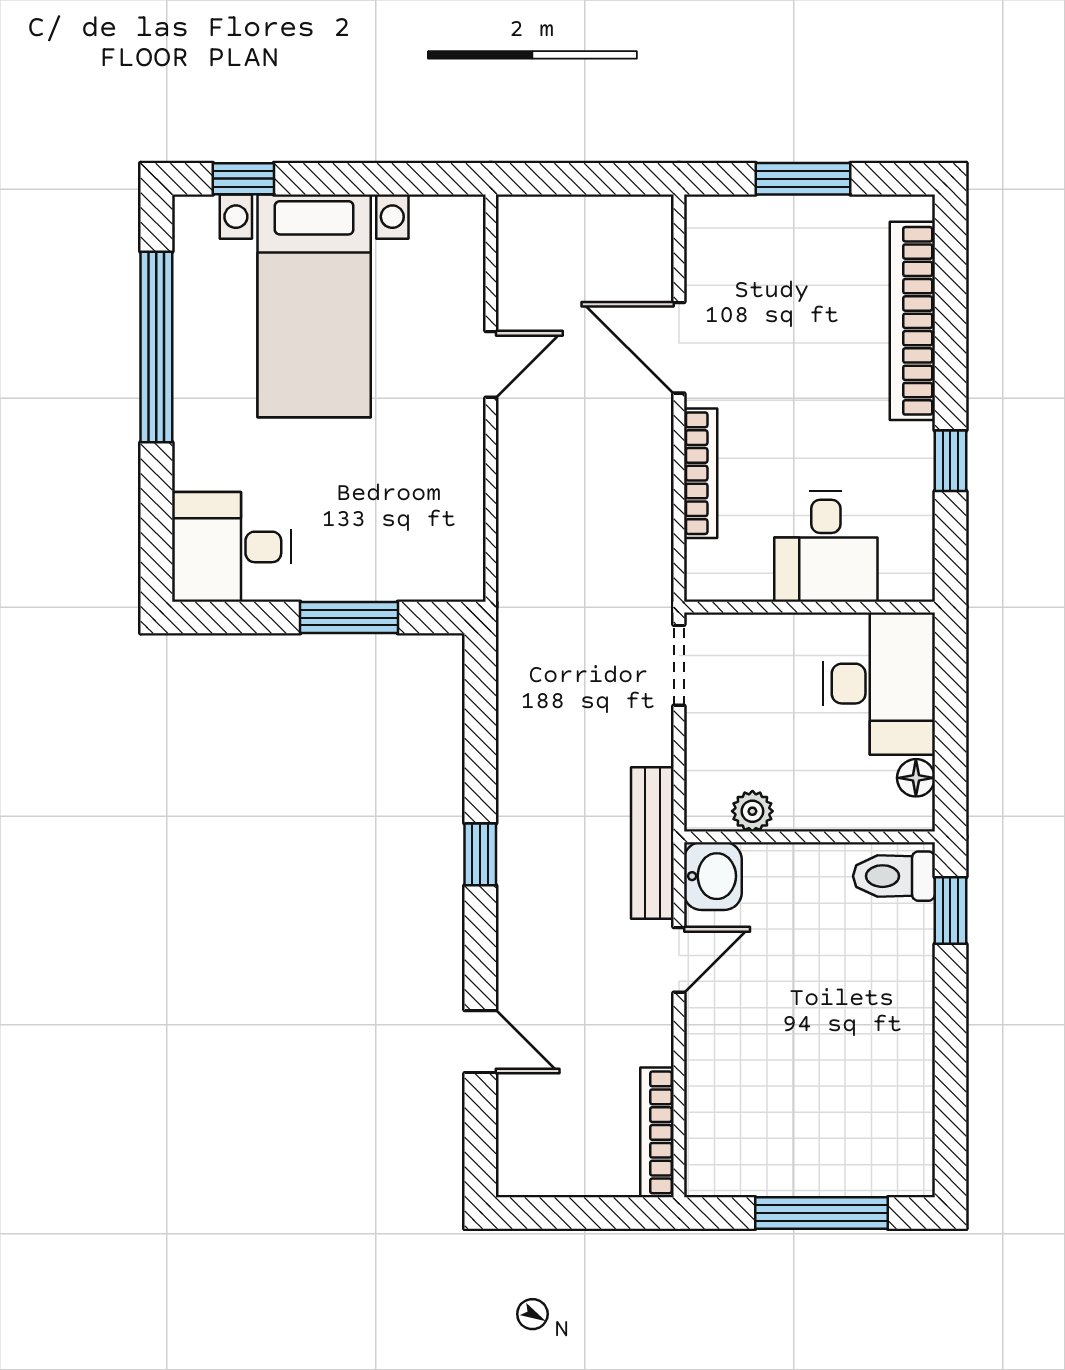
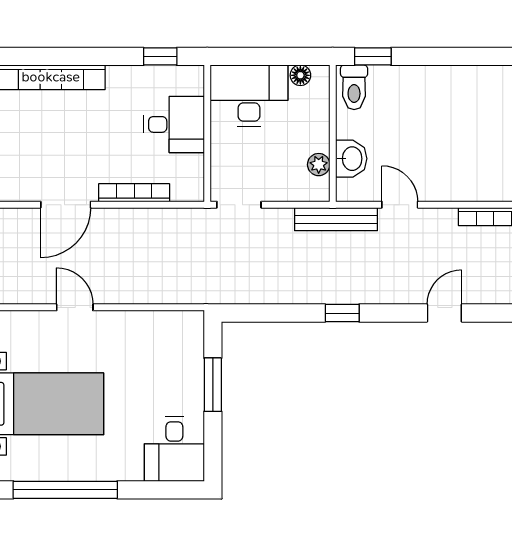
window: (950, 461) -> (160, 56), moved
washbasin: (713, 876) -> (351, 159), moved, turned 90

